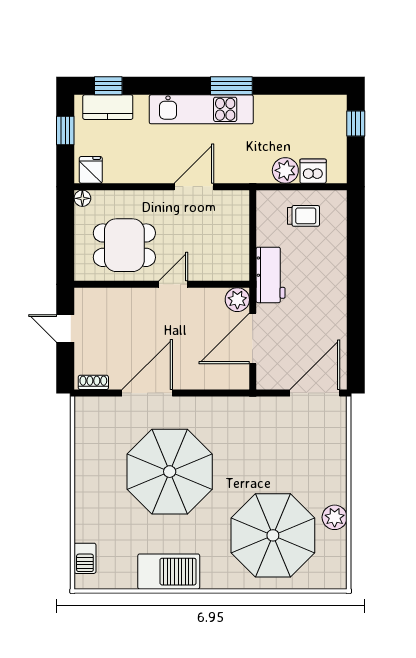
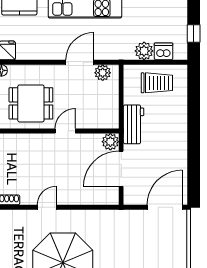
window: (356, 124) -> (194, 33), moved
plant: (226, 201) -> (103, 73), added
trolley: (304, 216) -> (157, 83), width x1.36, depth x1.39
door: (147, 393) -> (47, 207), width x0.53

